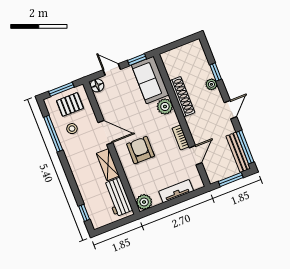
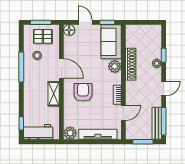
window: (53, 134) -> (21, 67), moved
tv unit: (176, 191) -> (98, 134), width x1.41
workbench: (118, 197) -> (38, 132), moved, turned 90

